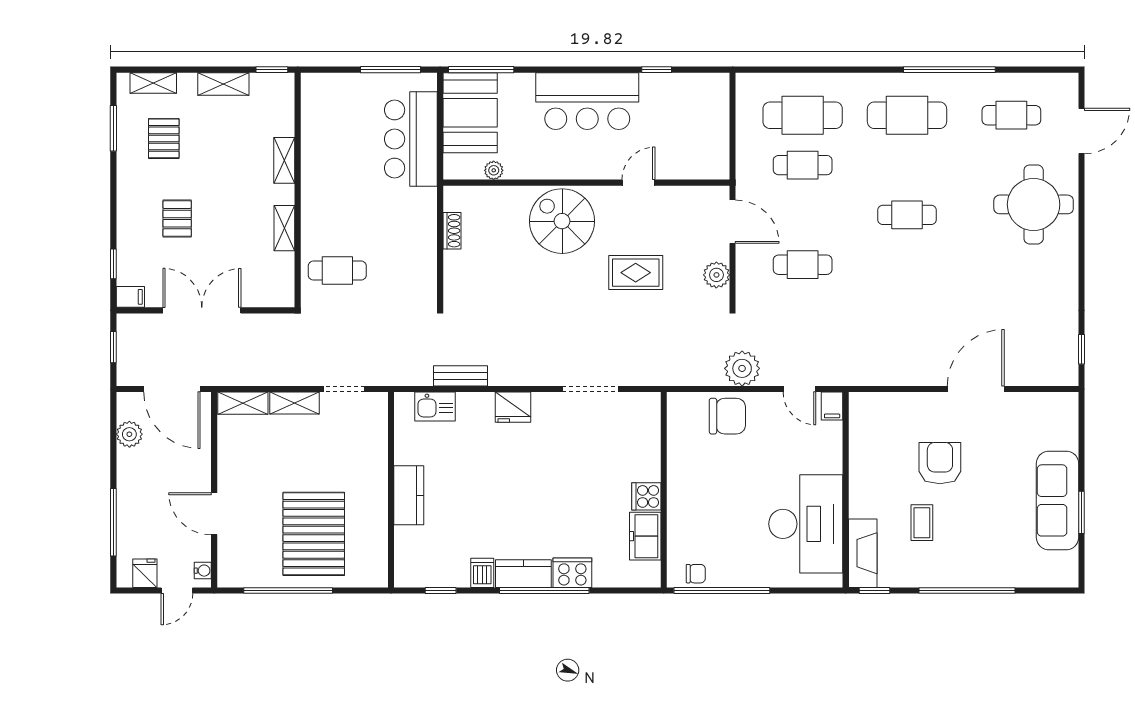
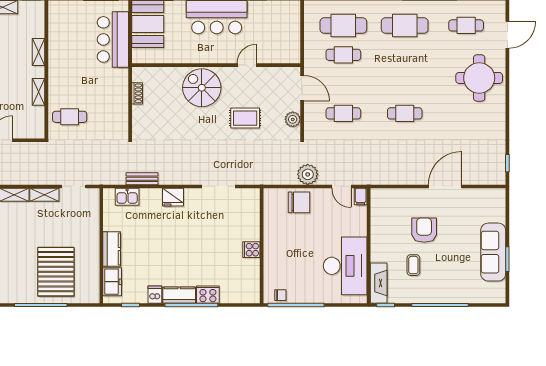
plant: (494, 170) -> (162, 58), removed
cafe table: (907, 215) -> (405, 113), moved
freezer: (645, 536) -> (112, 282), moved, turned 180

